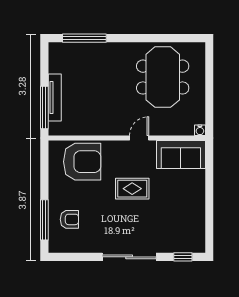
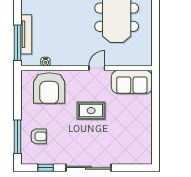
water cooler: (200, 130) -> (45, 62), moved
armchair: (82, 162) -> (49, 88), turned 90
window: (183, 257) -> (46, 168), moved

